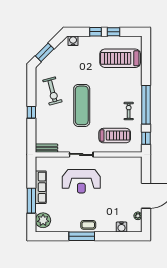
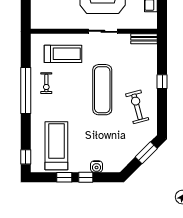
water cooler: (73, 41) -> (97, 167), moved
treadmill: (120, 58) -> (56, 146), turned -90
treadmill: (115, 136) -> (63, 54), turned 180
window: (146, 138) -> (26, 157), moved

